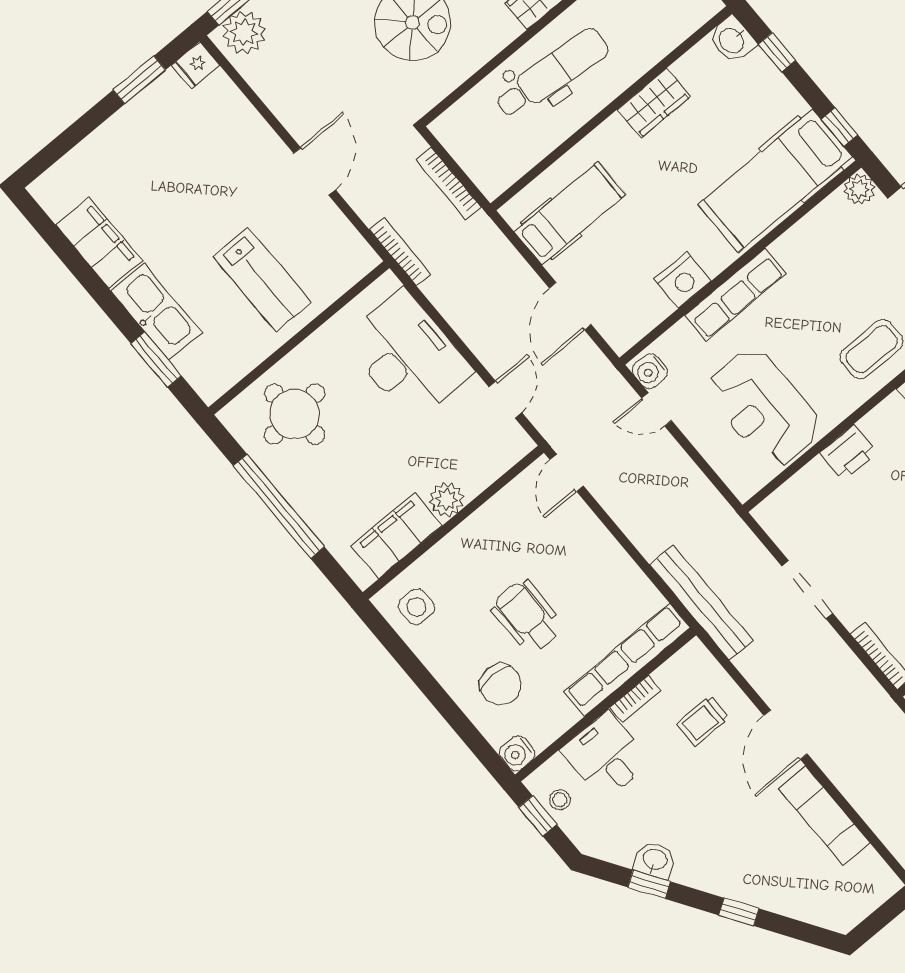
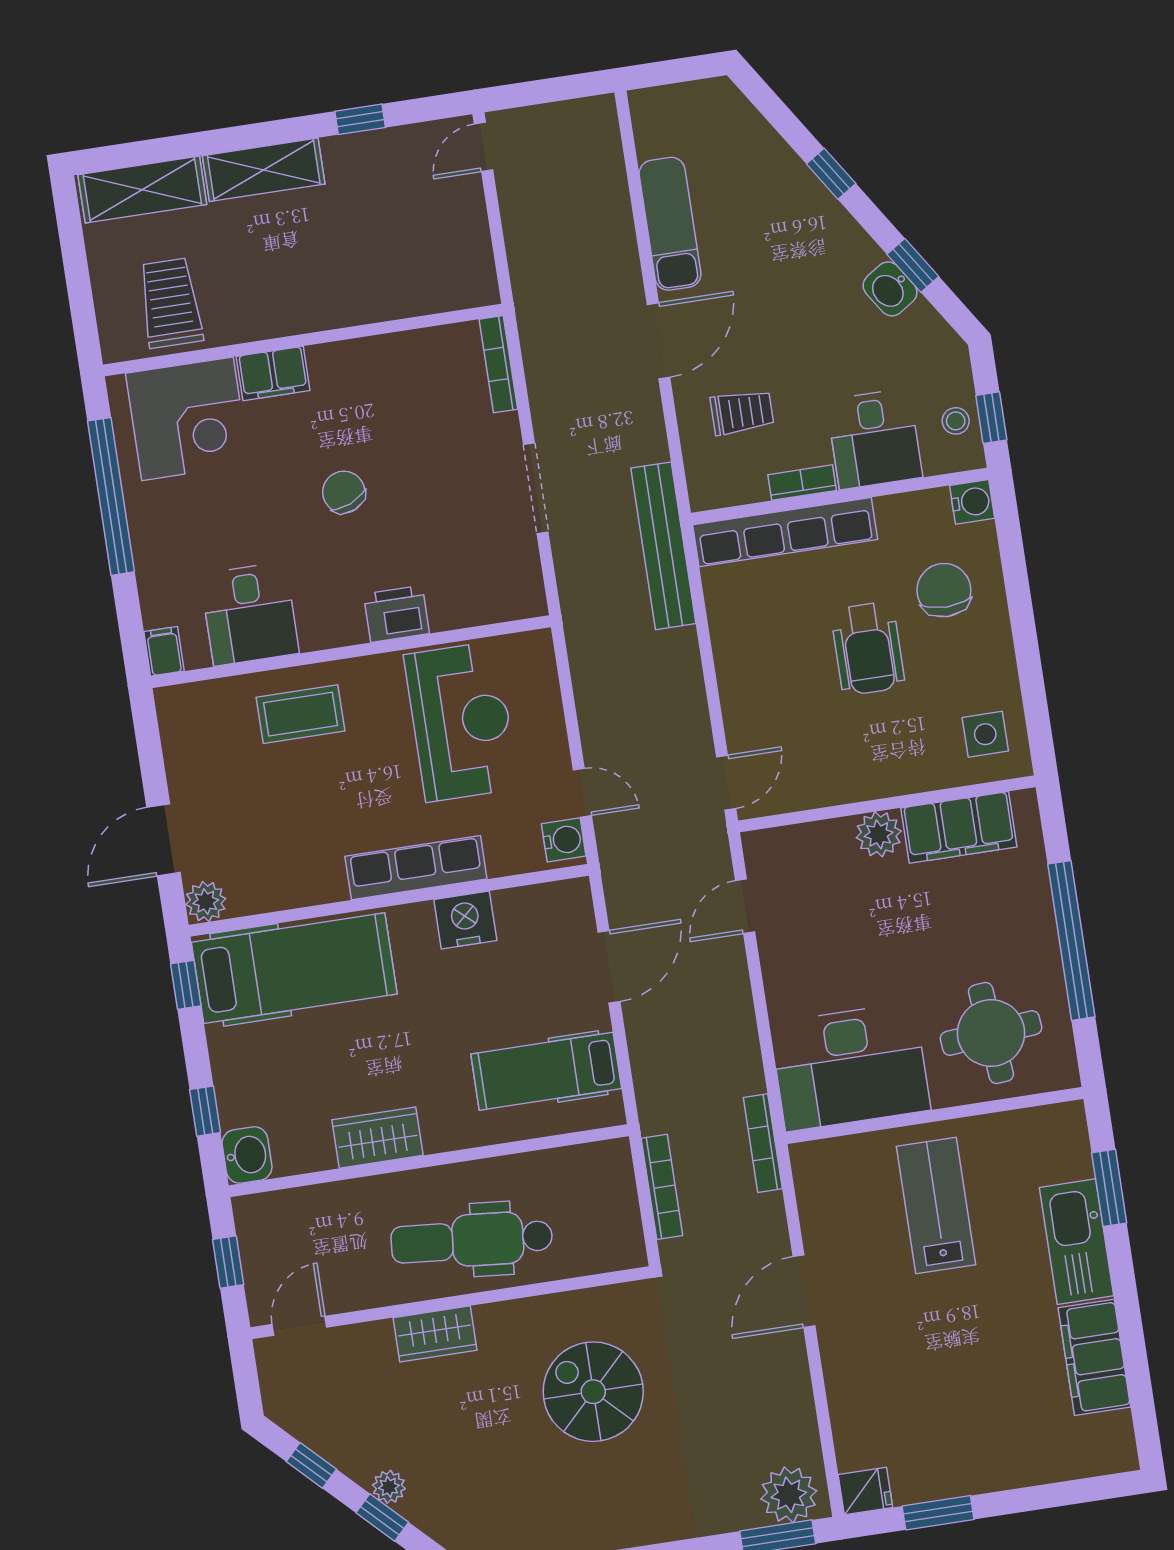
desk: (408, 356) -> (850, 1067), moved, turned -90

